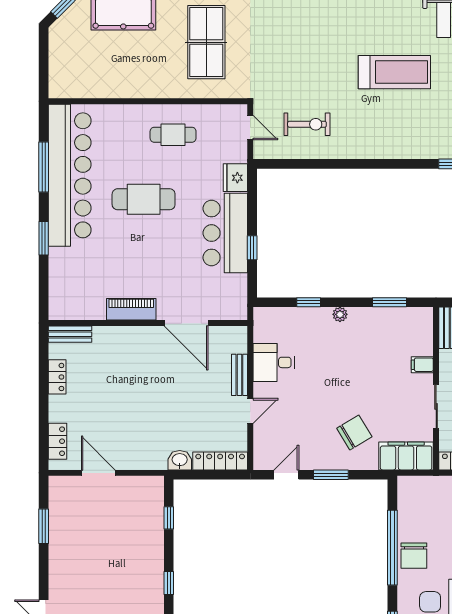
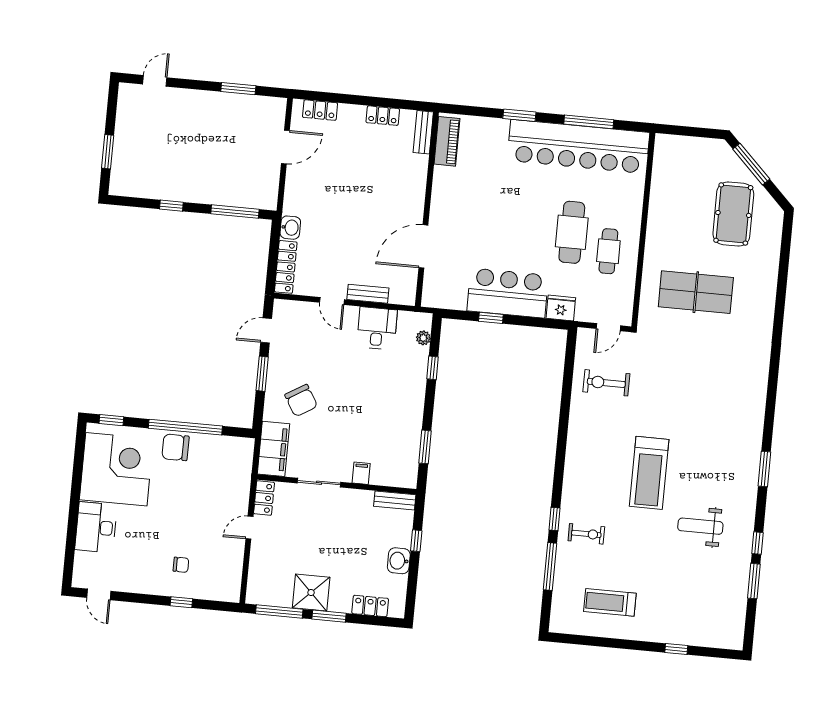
exercise bike: (307, 124) -> (606, 383), turned 90
cafe table: (144, 199) -> (572, 232), moved
piano: (131, 309) -> (447, 141), moved
plant: (340, 314) -> (423, 338), moved
door: (286, 475) -> (266, 330), swing flipped
window: (169, 518) -> (235, 212), width x2.17

